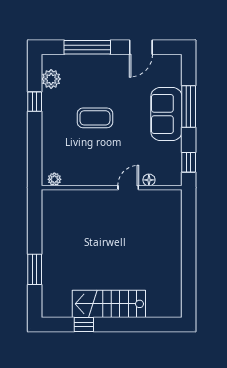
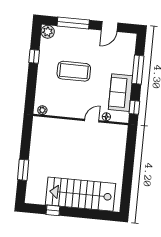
plant: (51, 79) -> (48, 32), moved
sofa: (166, 114) -> (121, 93), moved
coffee table: (95, 118) -> (74, 71), width x1.36, depth x1.32
stairs: (109, 304) -> (81, 194), width x1.36, depth x1.51

